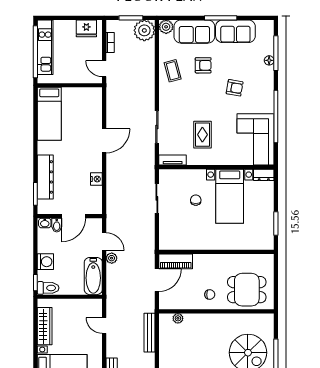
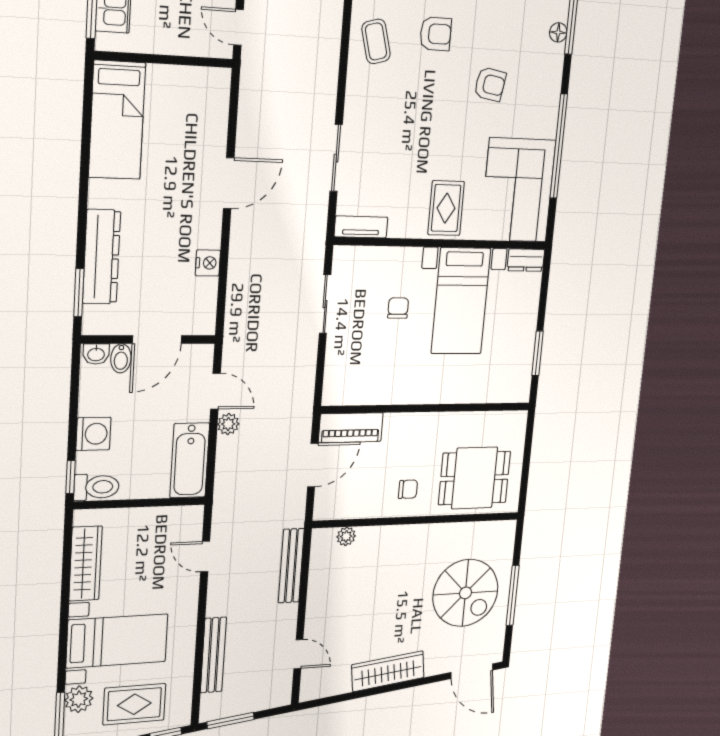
rug: (202, 135) -> (446, 208), moved

